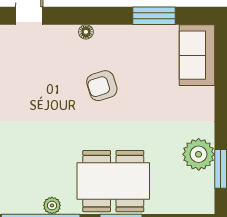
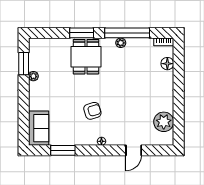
plant: (199, 154) -> (33, 76), width x0.53, depth x0.53
dining table: (113, 181) -> (86, 57), width x0.73

